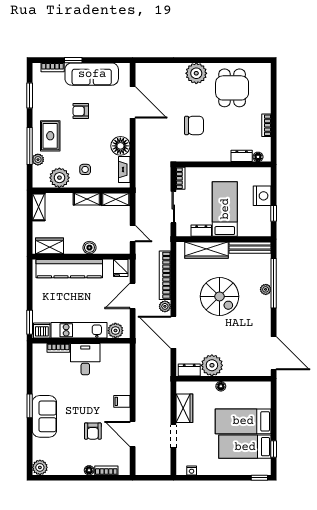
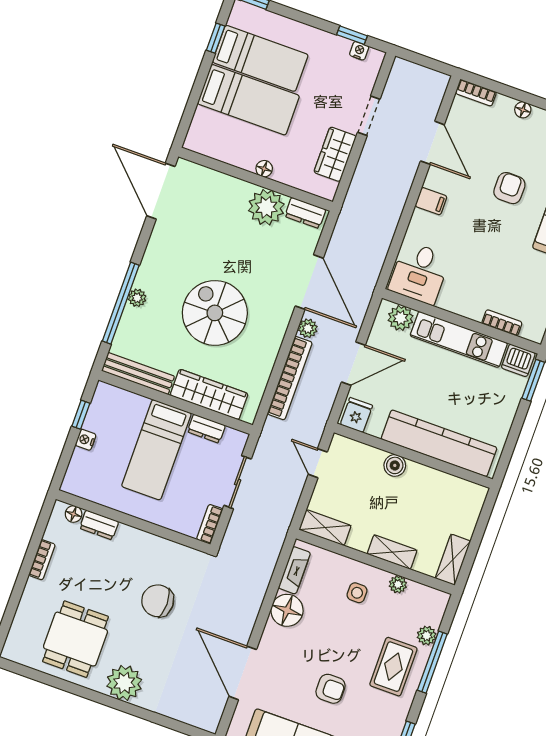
plant: (59, 178) -> (398, 584), width x0.53, depth x0.53
nightstand: (262, 196) -> (86, 440), width x0.53, depth x0.56
shelving: (87, 199) -> (392, 552), moved
wardrobe: (50, 246) -> (458, 491), removed
desk: (85, 359) -> (419, 273), moved
armchair: (93, 431) -> (509, 188), moved
bookcase: (106, 470) -> (476, 93), moved
window: (199, 478) -> (352, 35), added

